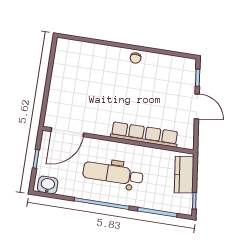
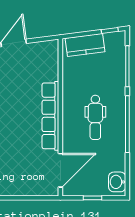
door: (67, 132) -> (60, 170), hinge flipped
row of seats: (144, 134) -> (50, 116), moved
dental chair: (113, 174) -> (95, 117), width x0.73, depth x0.72

